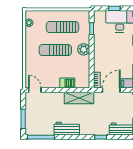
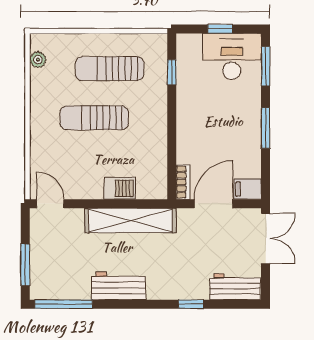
plant: (84, 49) -> (155, 116), removed
shelving: (79, 98) -> (130, 220), width x1.47

